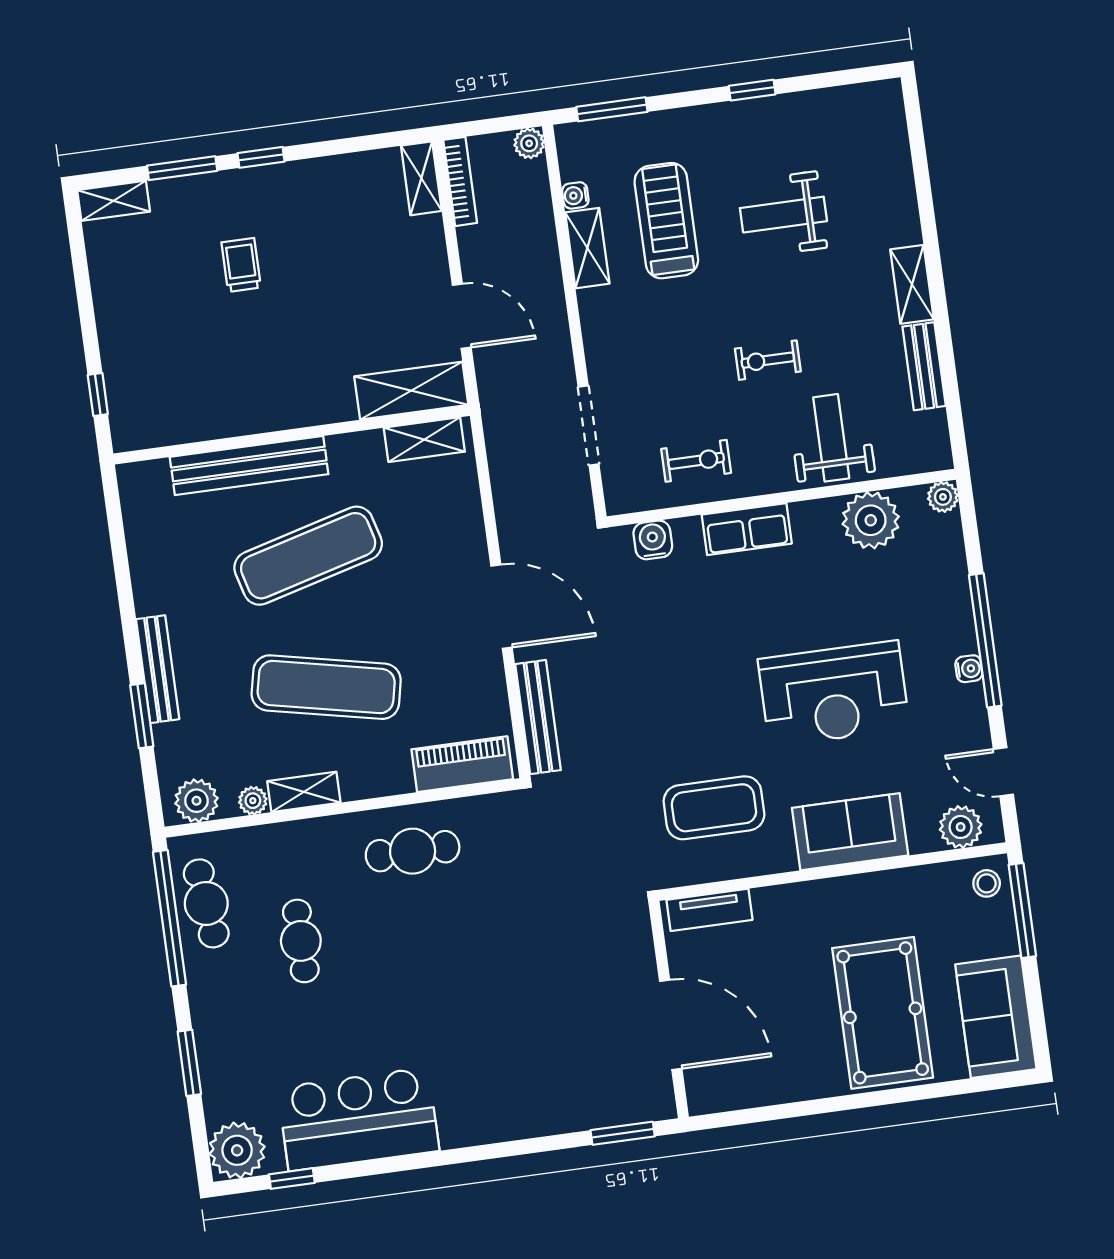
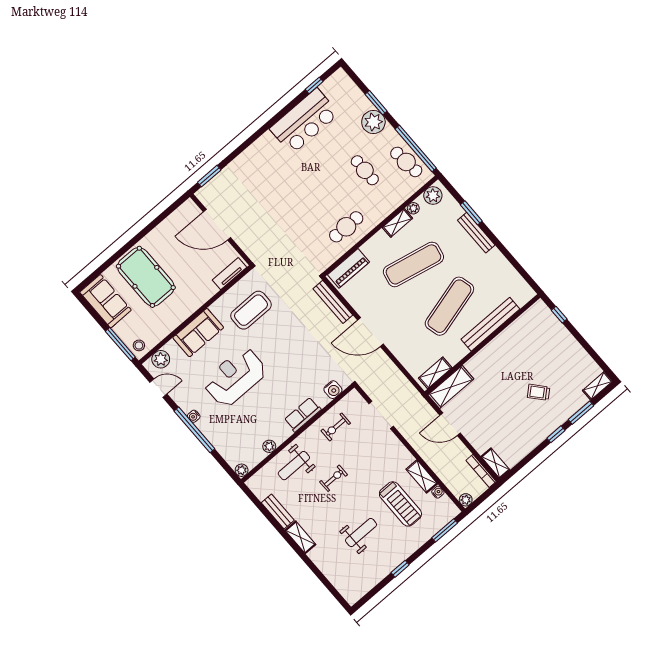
trolley: (241, 265) -> (539, 392), turned 139
weight bench: (831, 438) -> (294, 466), turned 90
plant: (871, 520) -> (269, 446), width x0.53, depth x0.53
plant: (237, 1150) -> (373, 122), moved

